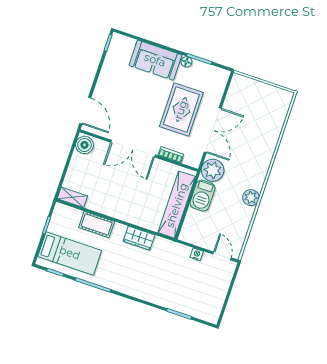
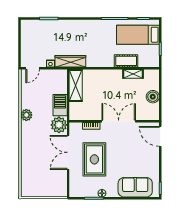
sofa: (155, 60) -> (135, 187), moved
boiler: (85, 145) -> (153, 97), moved
shelving: (72, 197) -> (133, 74), moved
shelving: (177, 205) -> (76, 85), width x0.68
wardrobe: (139, 238) -> (70, 61), moved, width x1.50
door: (222, 256) -> (33, 68), hinge flipped

